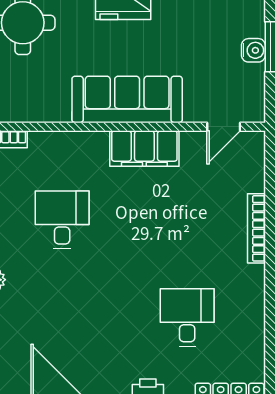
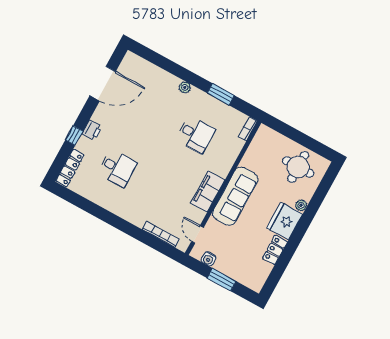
water cooler: (253, 50) -> (209, 259), moved
bookcase: (256, 228) -> (160, 234), moved

